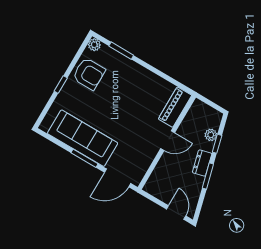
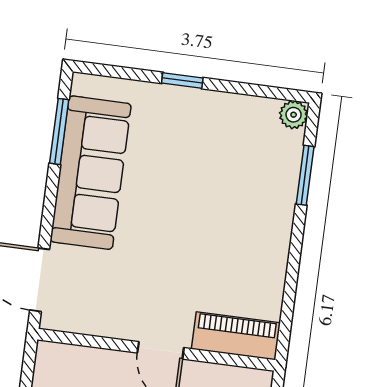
armchair: (89, 74) -> (229, 129), removed
window: (84, 158) -> (59, 131), moved

